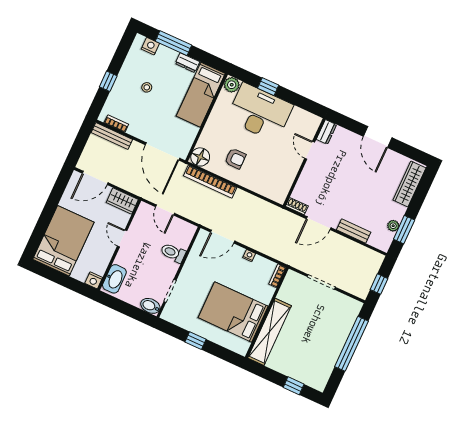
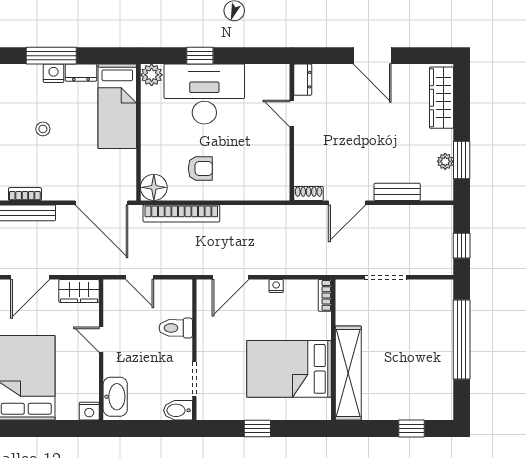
nightstand: (150, 46) -> (54, 73), moved

